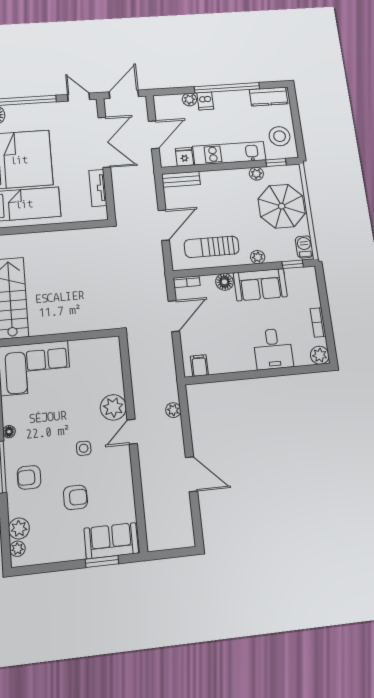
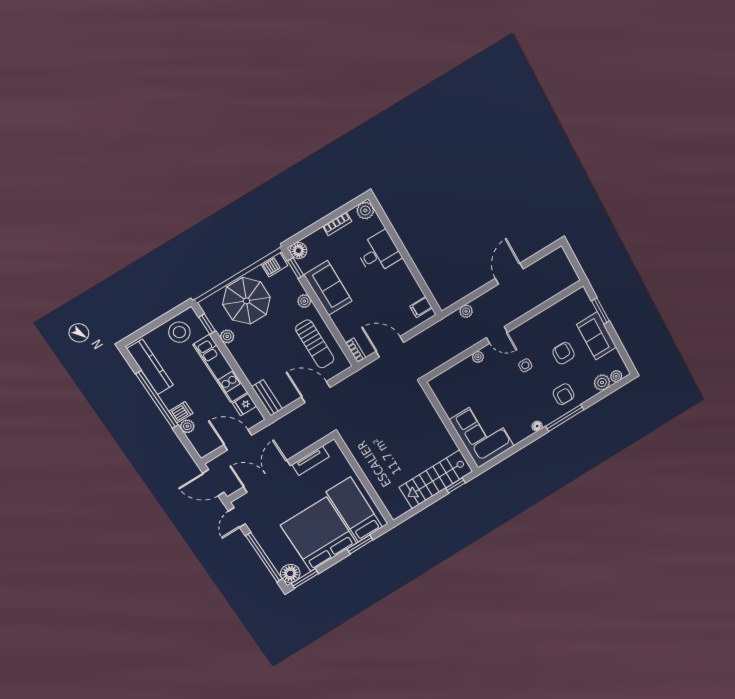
kitchen counter: (269, 97) -> (150, 367), width x1.50
floor lamp: (224, 282) -> (298, 251), moved
plant: (113, 407) -> (478, 357), width x0.53, depth x0.53
sofa: (111, 541) -> (597, 336), moved

